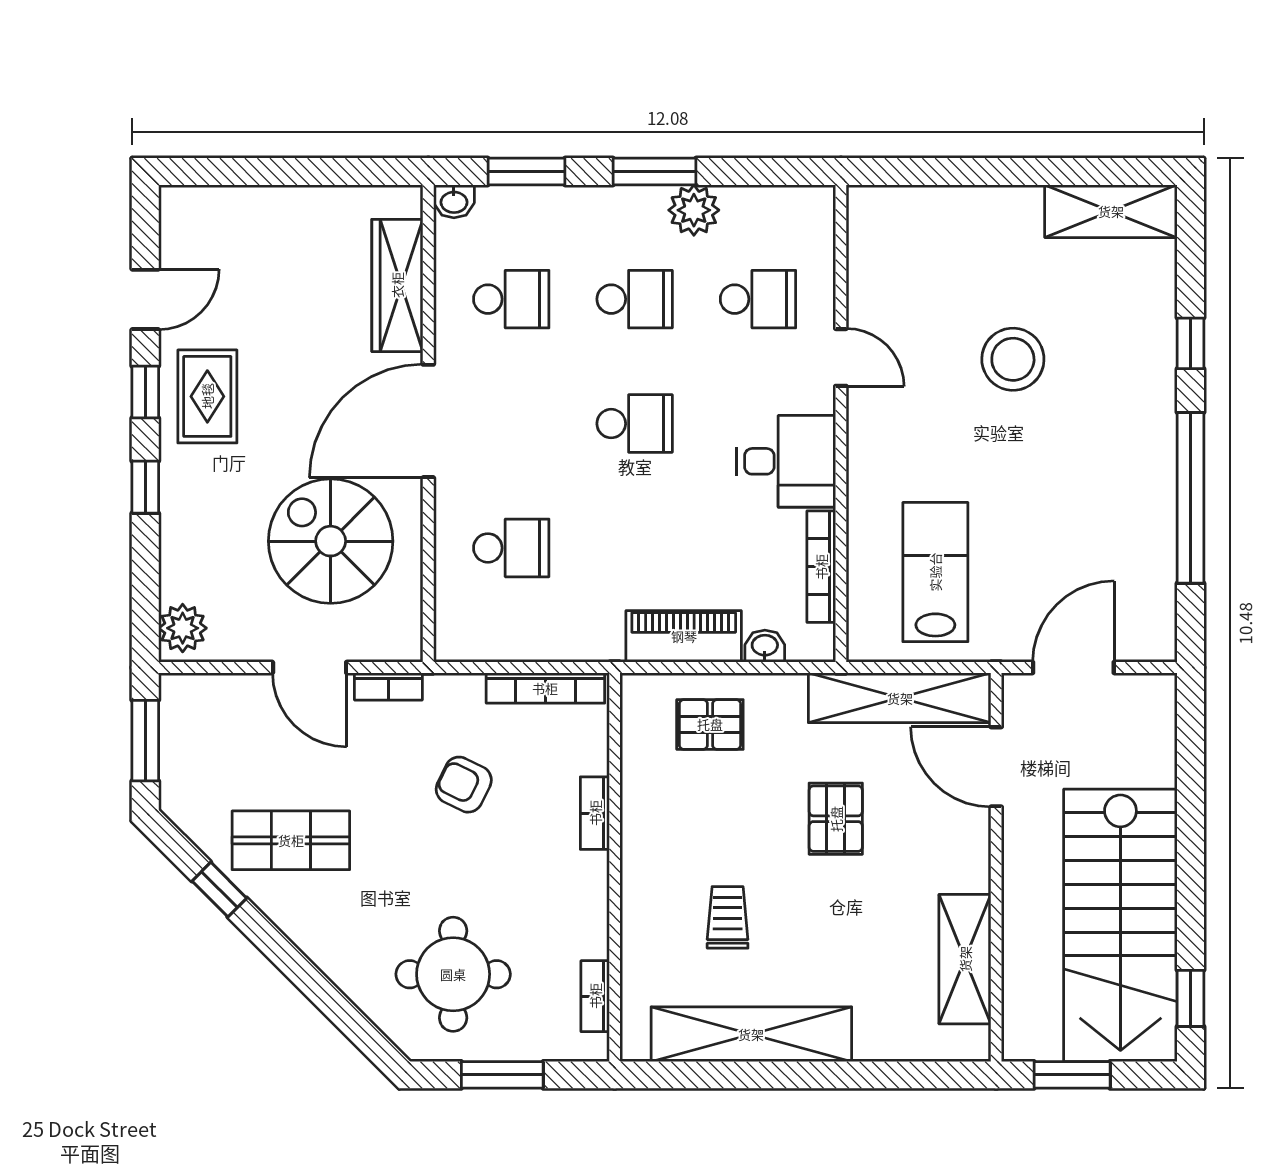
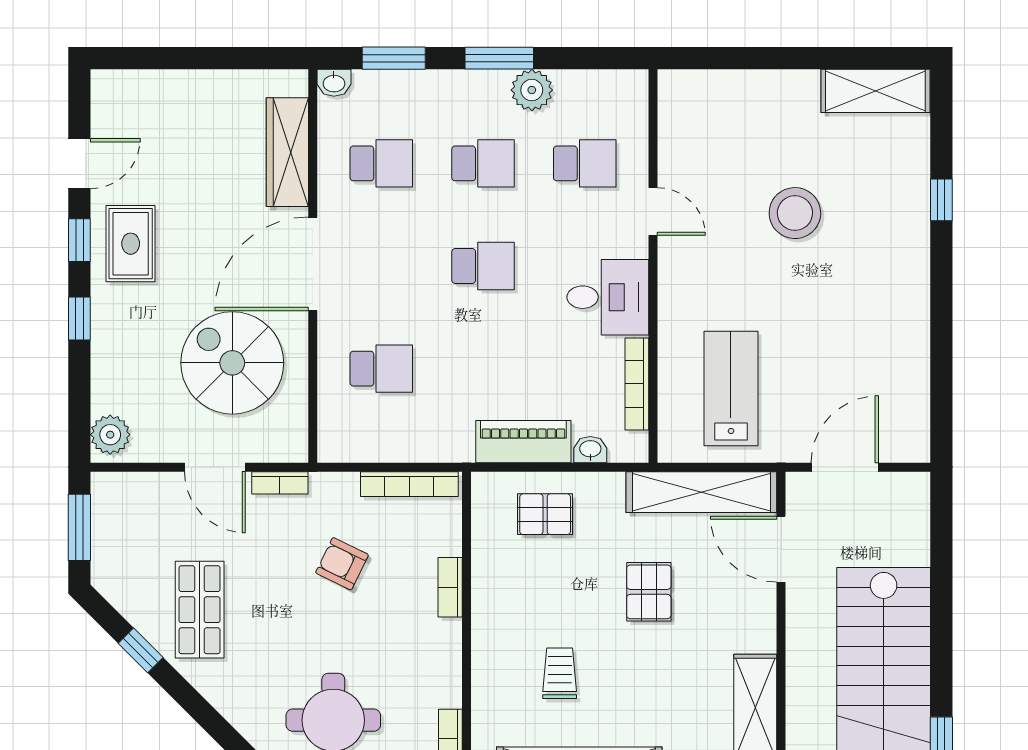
window: (1190, 498) -> (941, 327), removed
shop shelf: (291, 840) -> (200, 610), turned 90

